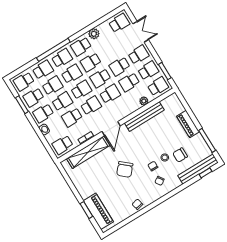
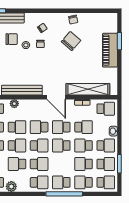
plant: (94, 34) -> (11, 186), moved
school desk: (72, 74) -> (17, 164), moved
door: (111, 129) -> (56, 97), swing flipped
chair: (125, 169) -> (71, 41), moved
piano: (98, 211) -> (110, 50), moved

